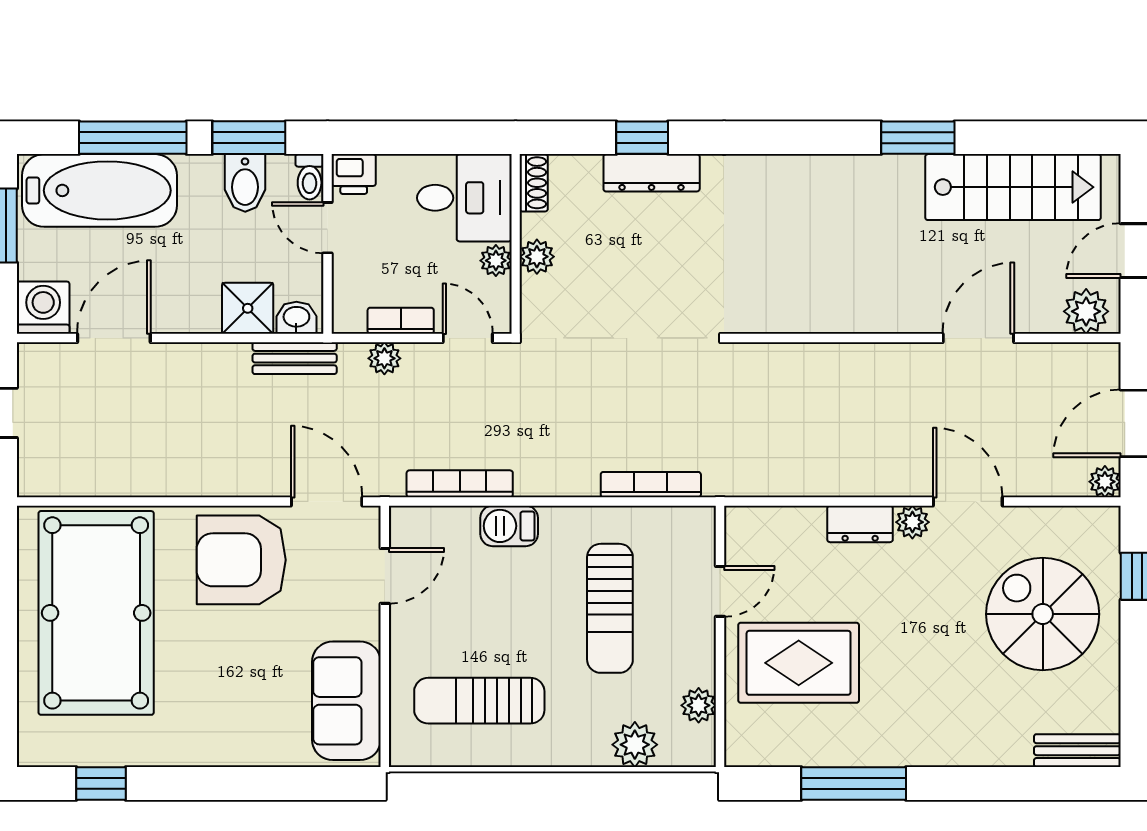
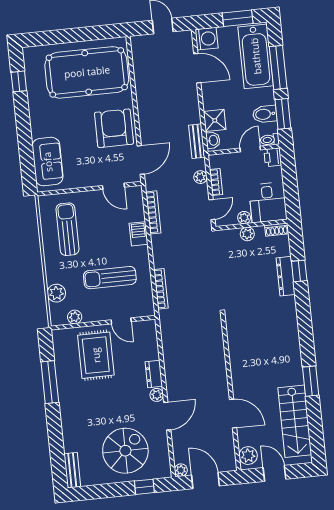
sofa: (346, 701) -> (48, 162), moved, turned 90

